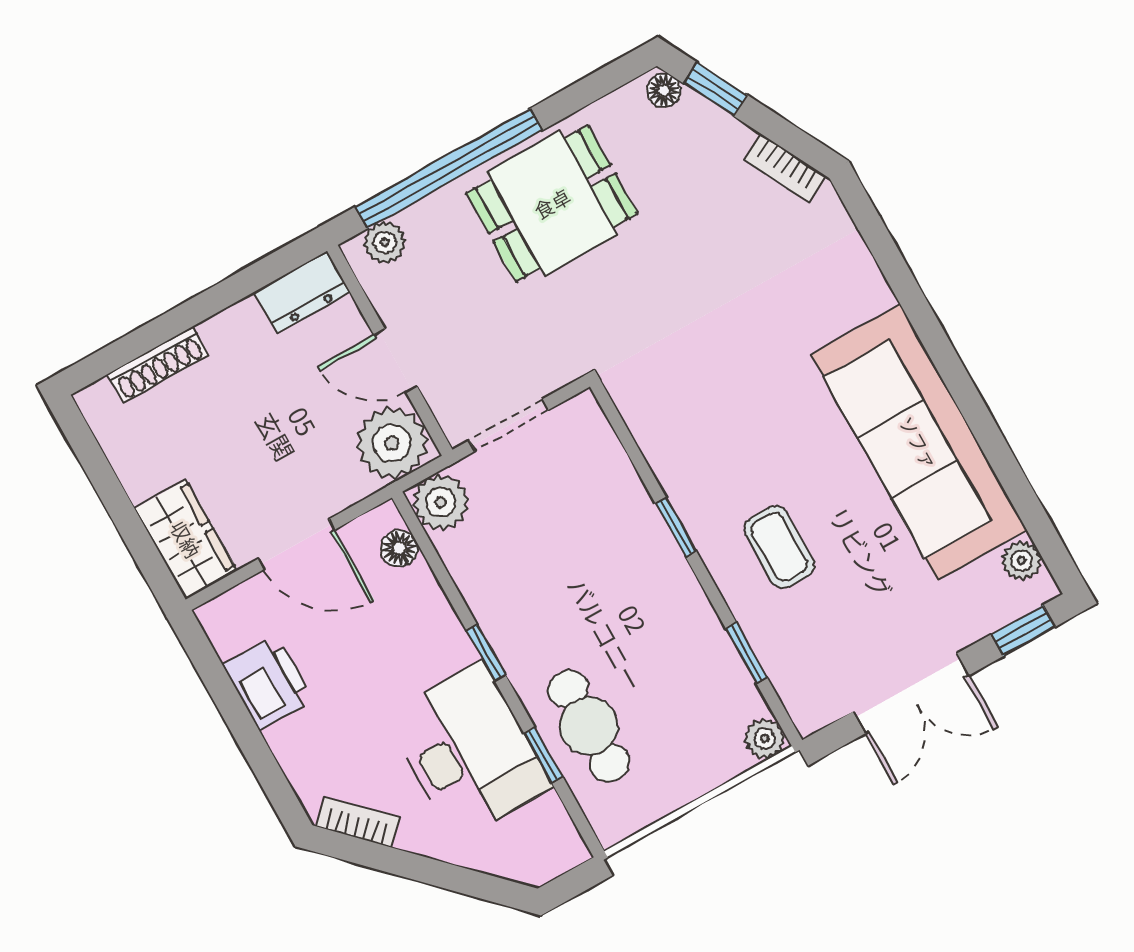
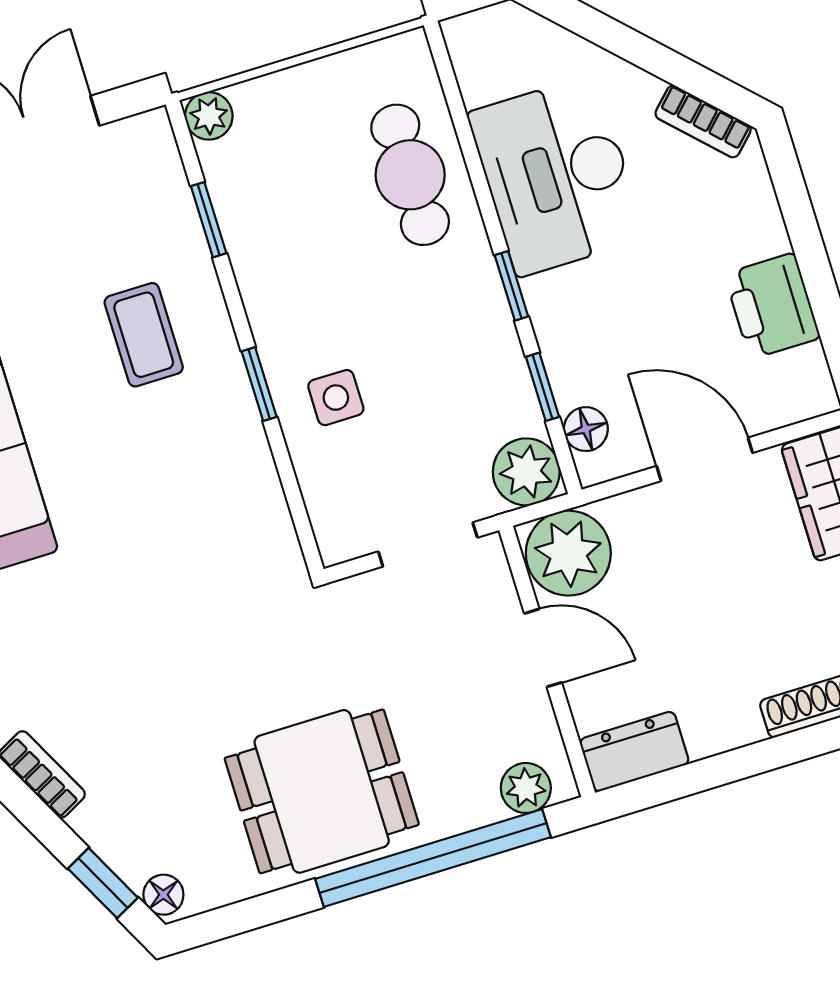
side table: (610, 530) -> (336, 398), added
window: (543, 755) -> (543, 387), moved

